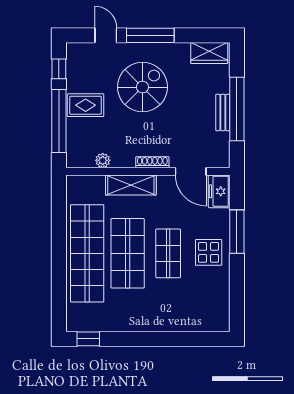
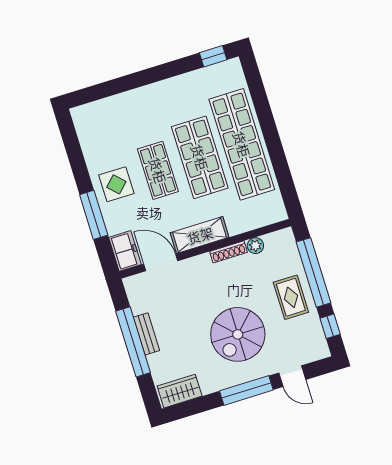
rug: (86, 105) -> (291, 297), turned 90
shoe rack: (152, 162) -> (229, 252), moved
shelving: (131, 185) -> (200, 235), moved

